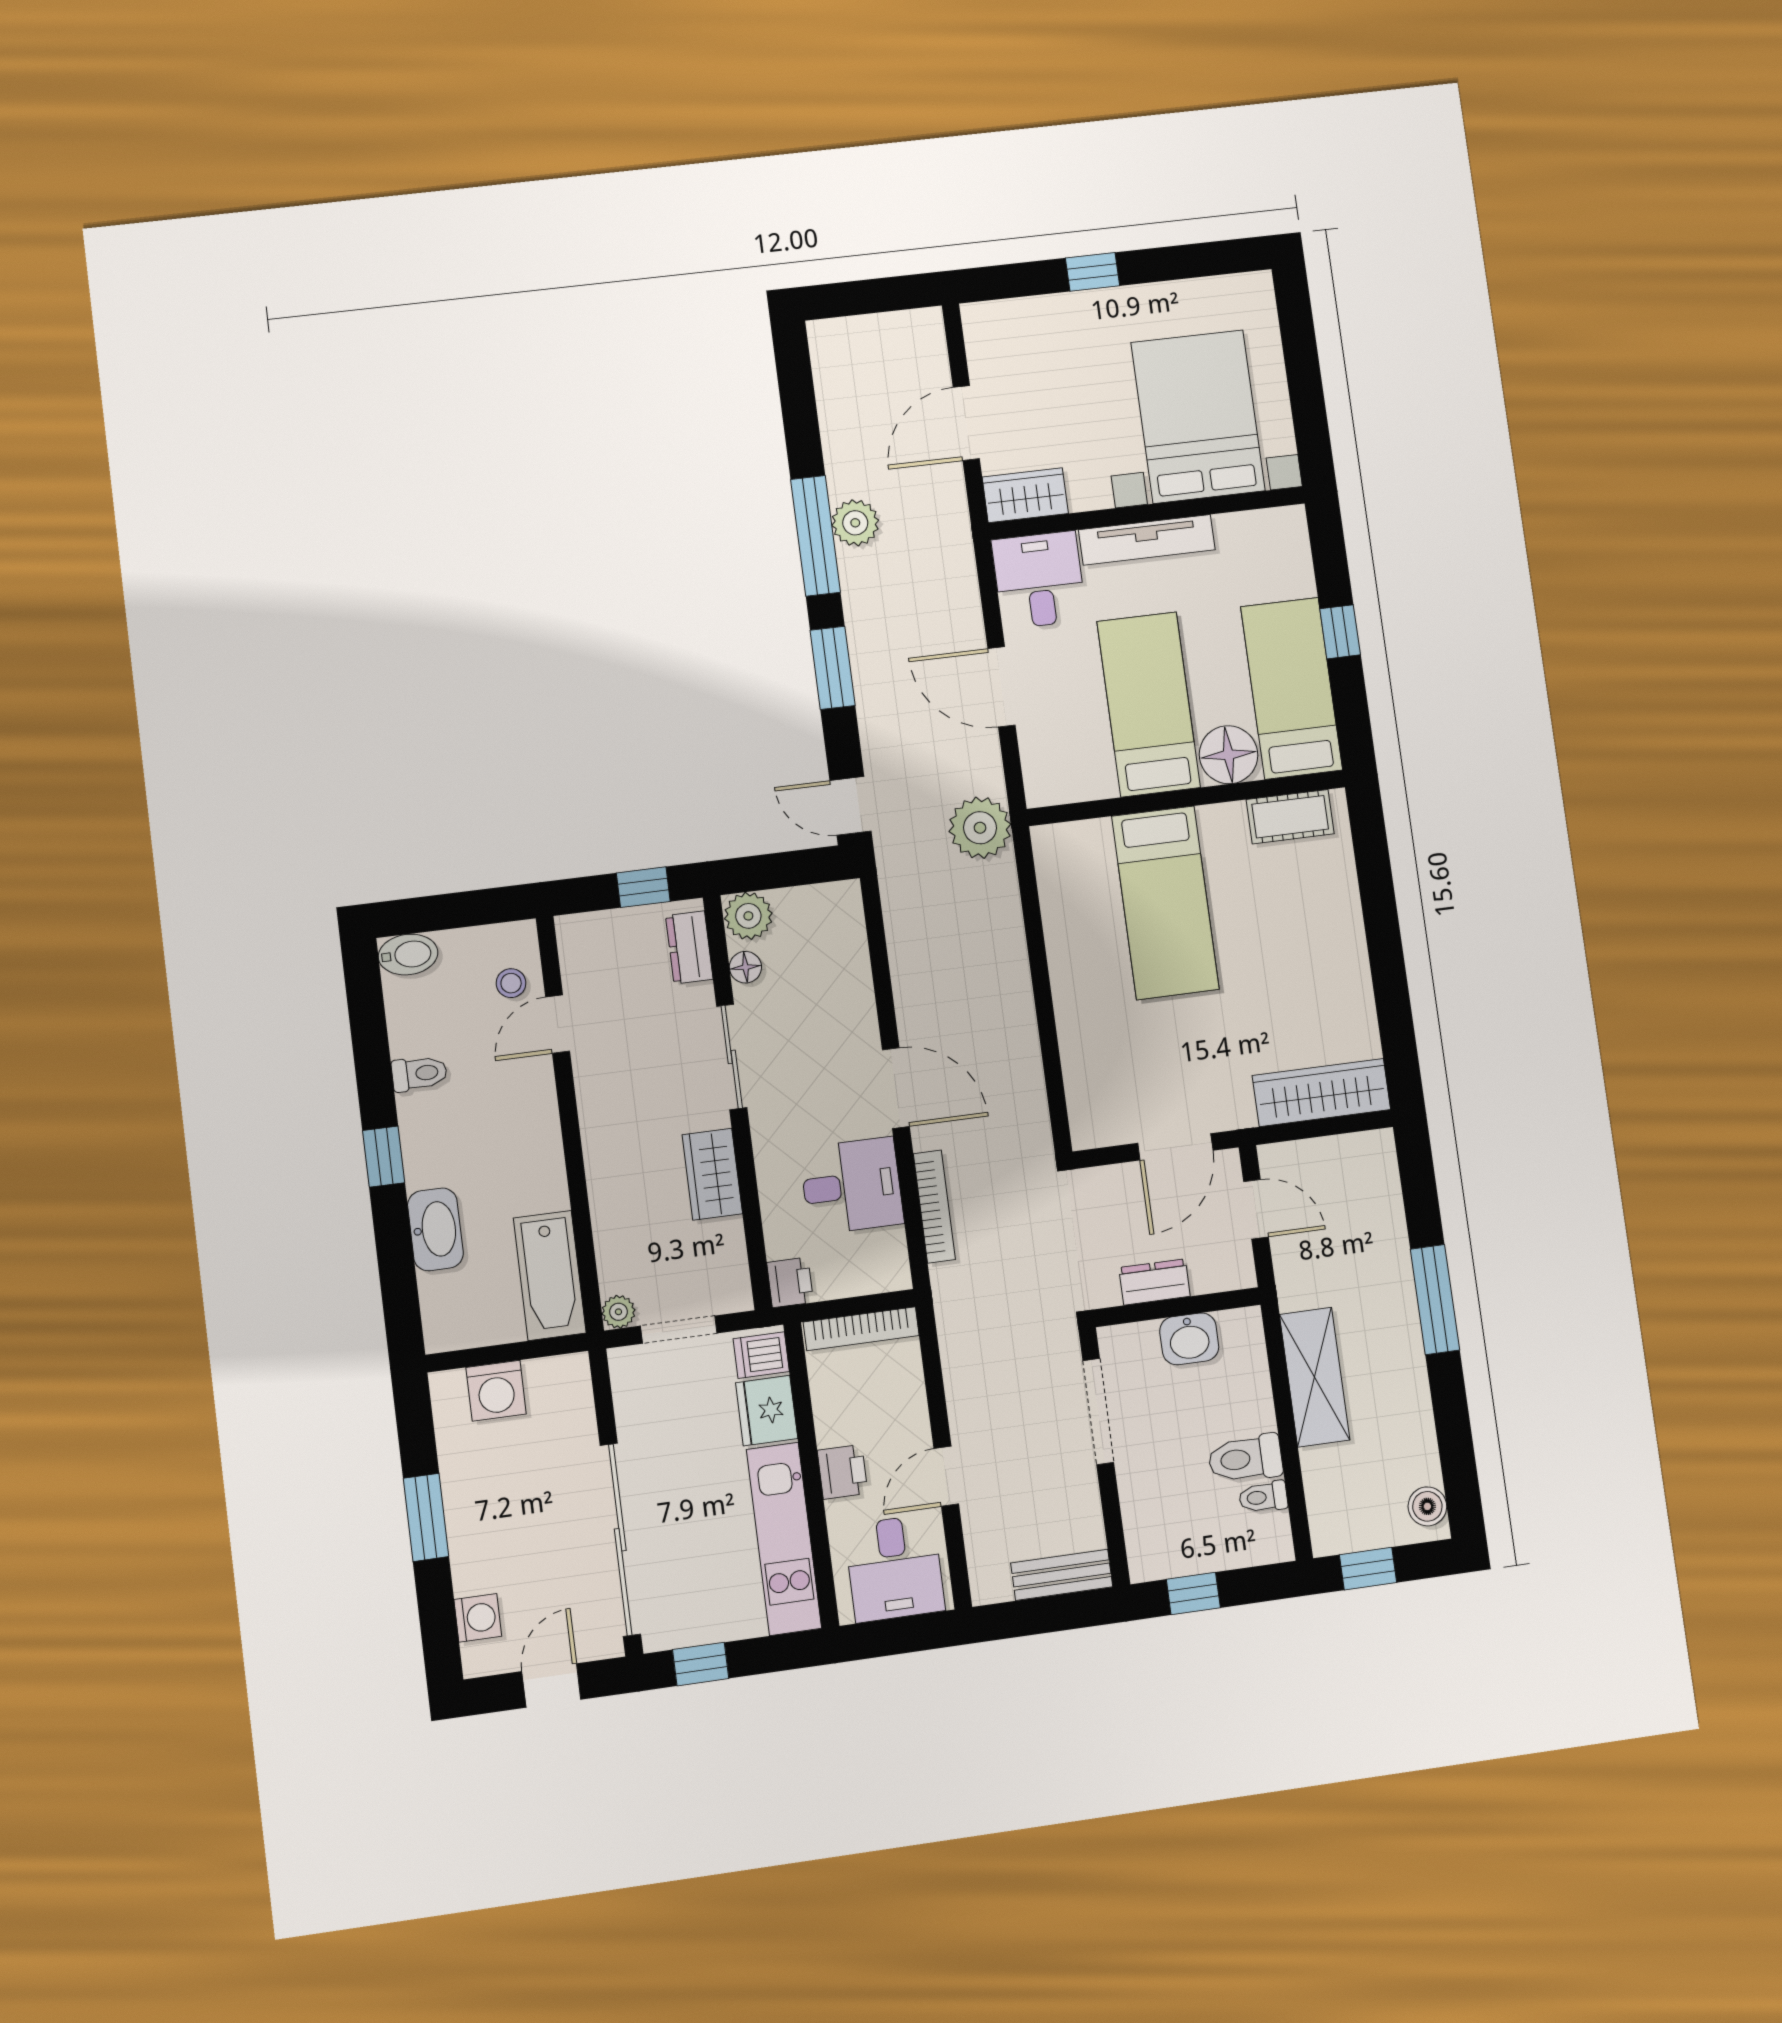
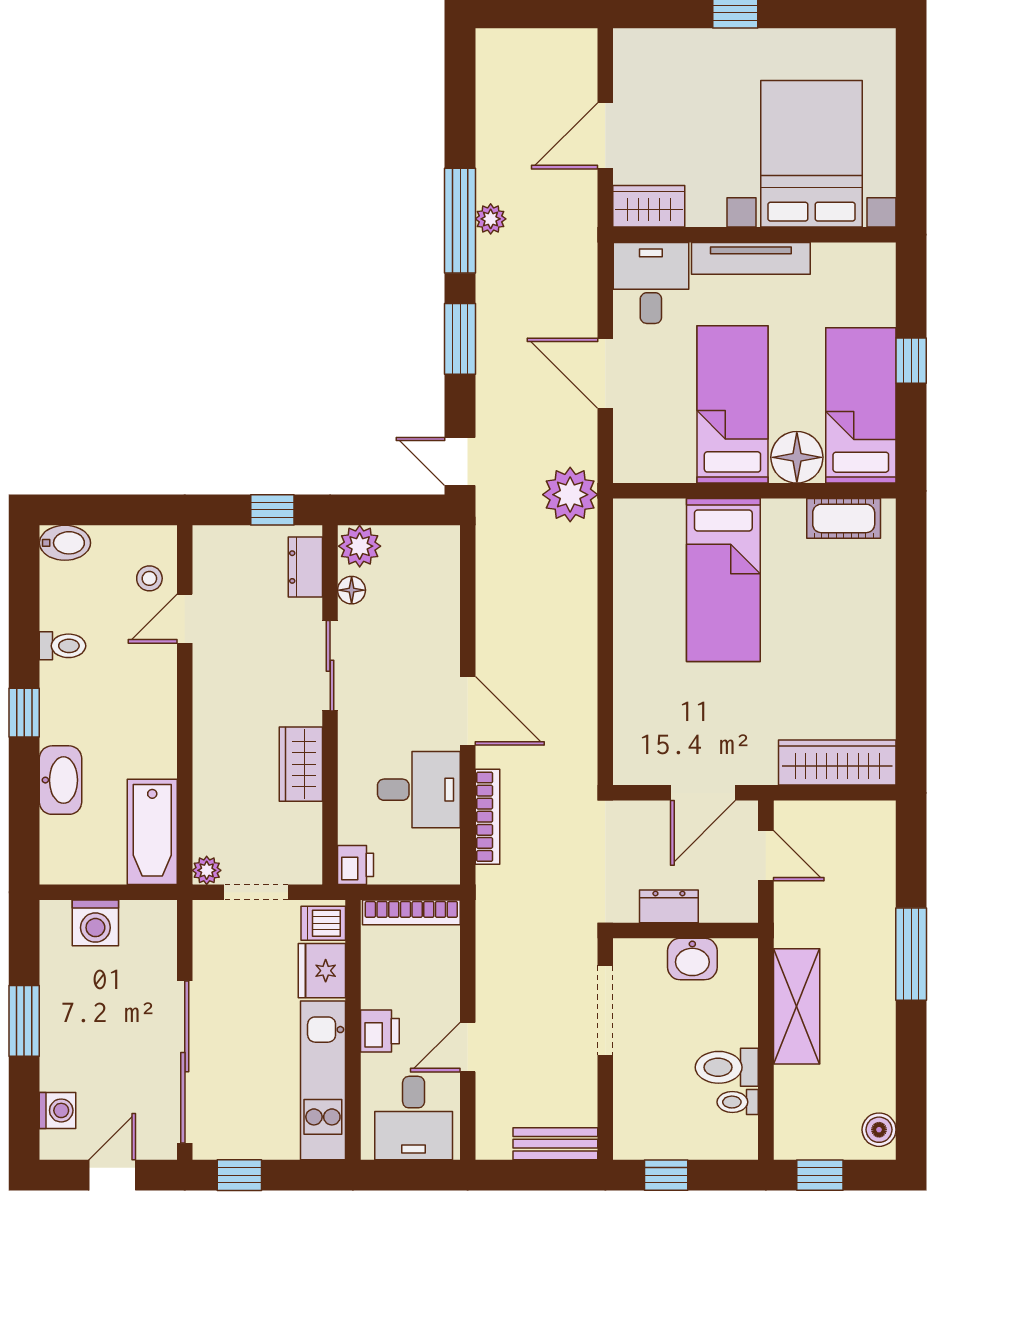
plant: (855, 523) -> (491, 219), width x0.73, depth x0.73

